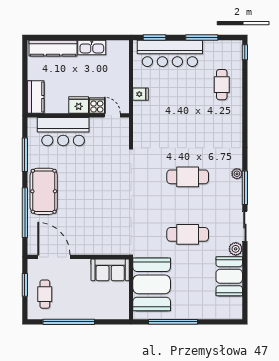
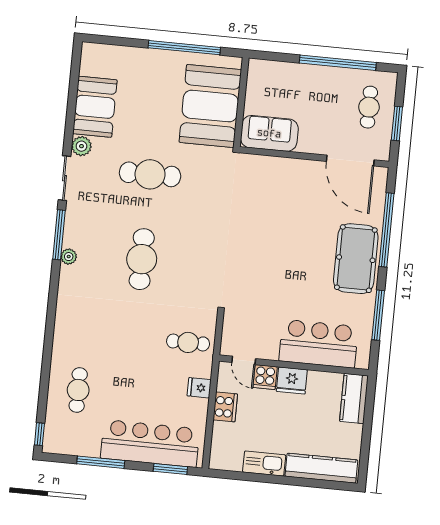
cooker: (122, 83) -> (225, 407), added
cafe table: (151, 124) -> (188, 342), added
cafe table: (188, 177) -> (142, 259), turned 90

